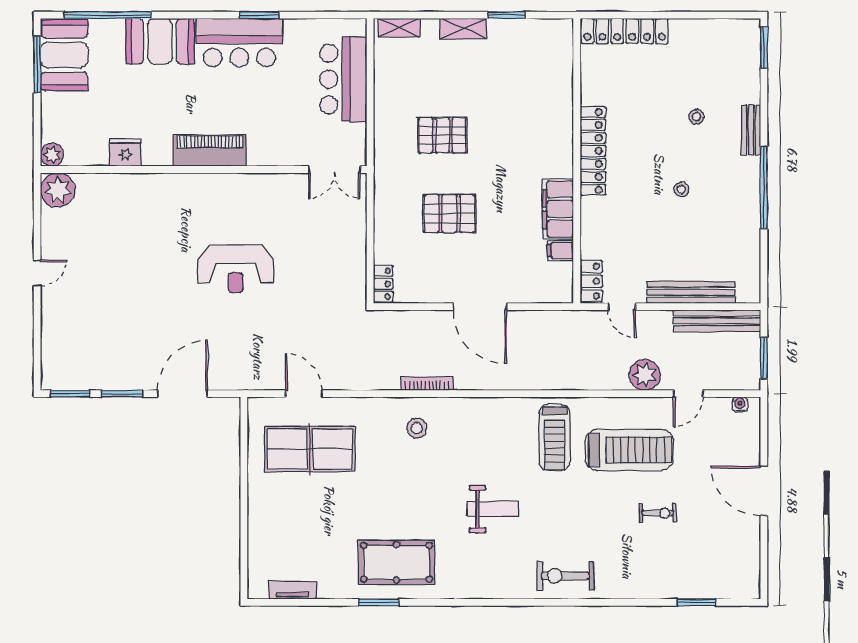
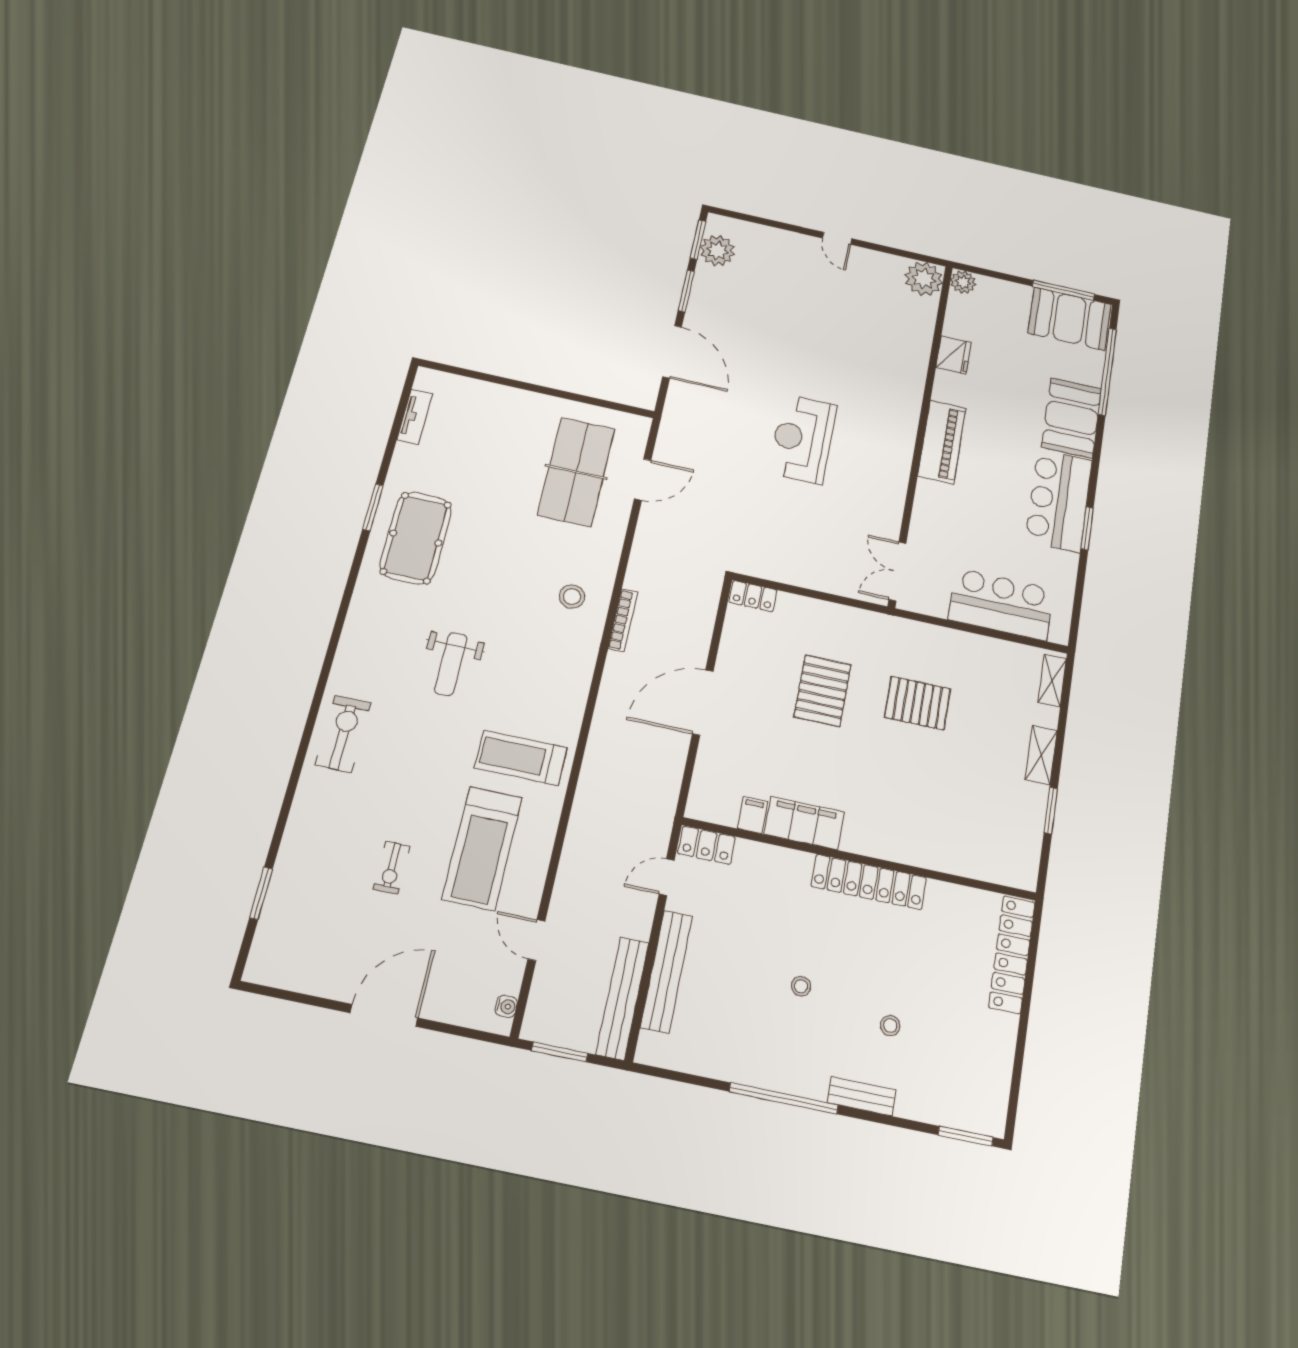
pallet: (442, 135) -> (918, 703), turned 90
plant: (645, 375) -> (717, 251), moved

